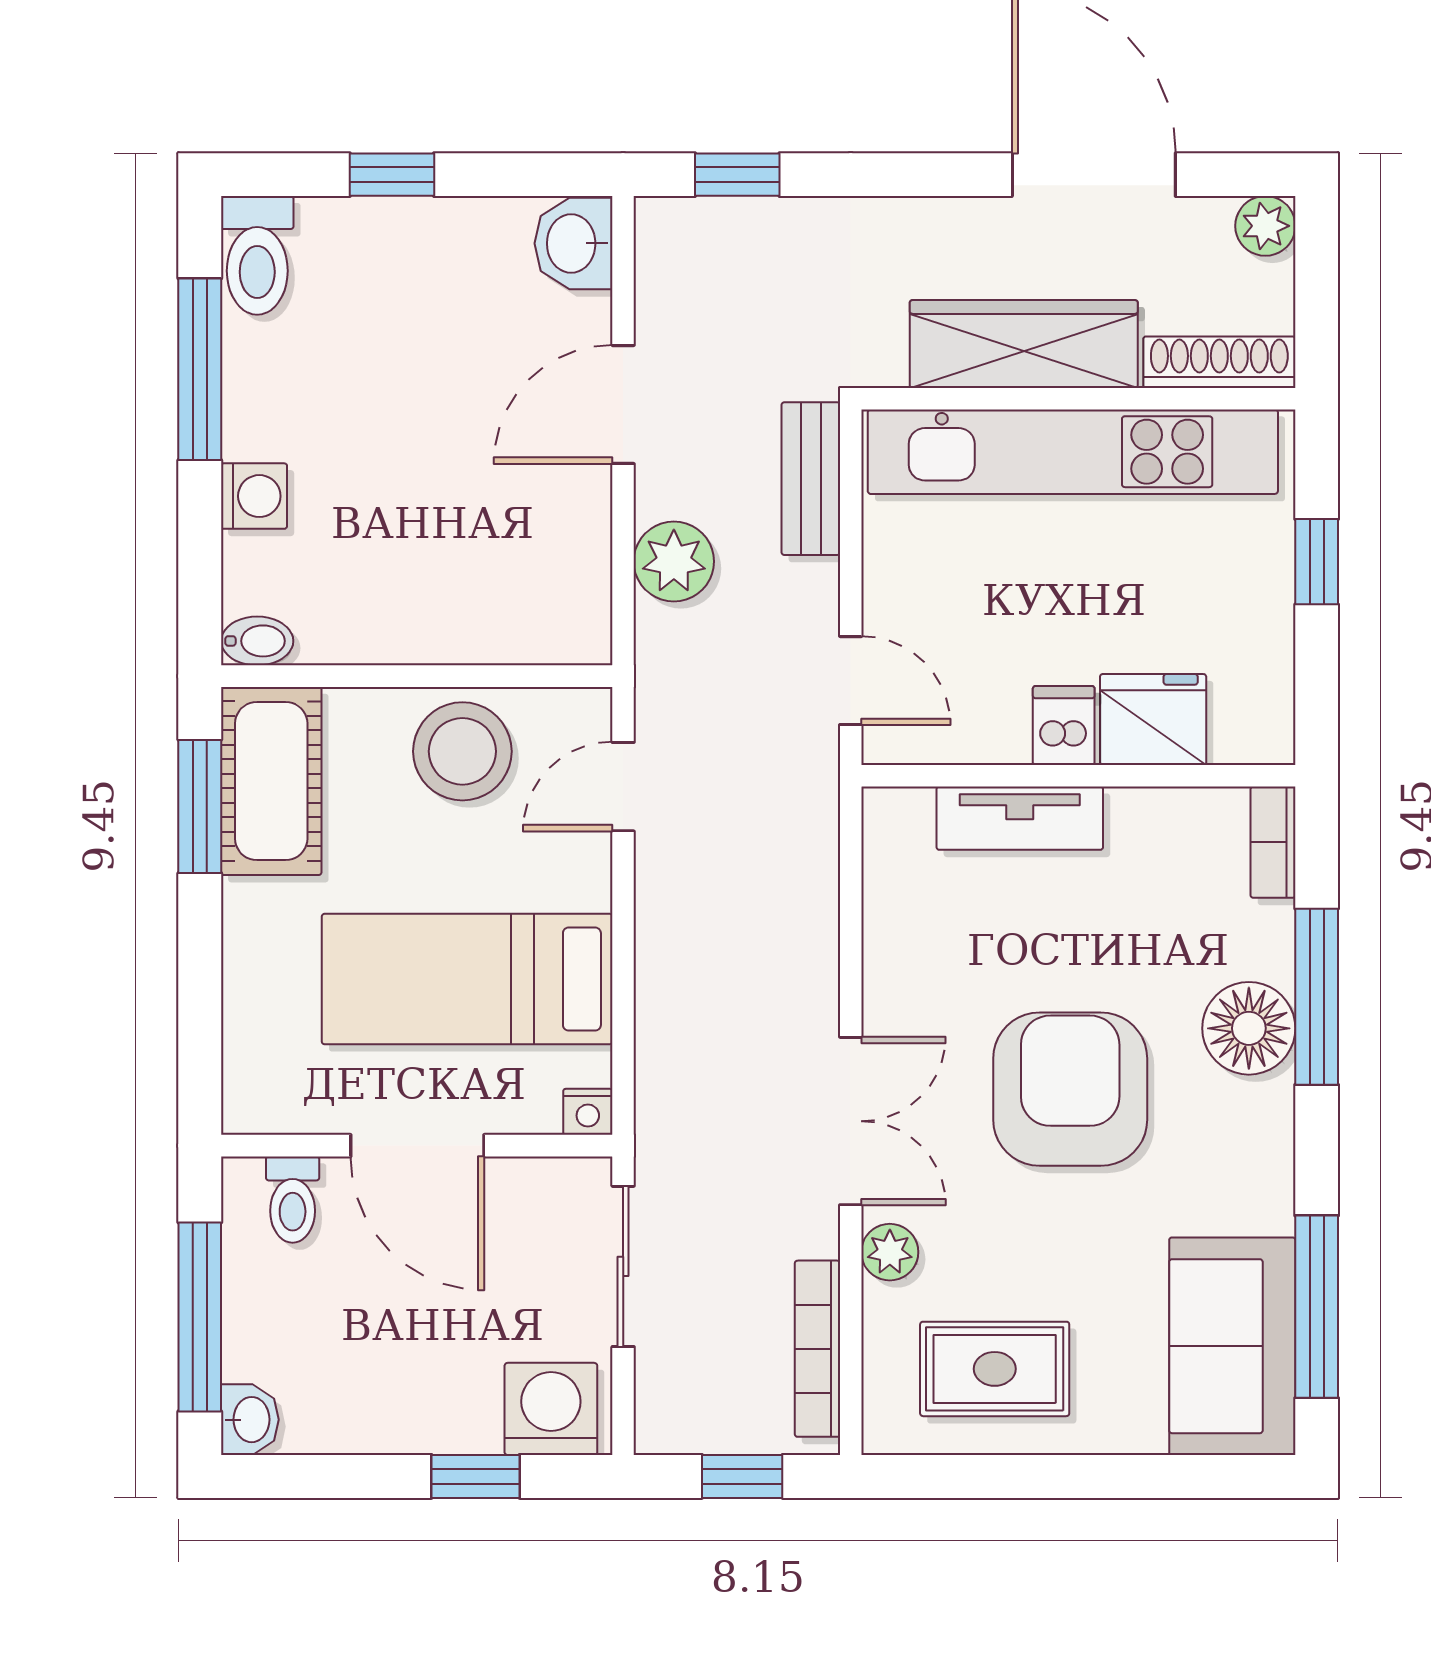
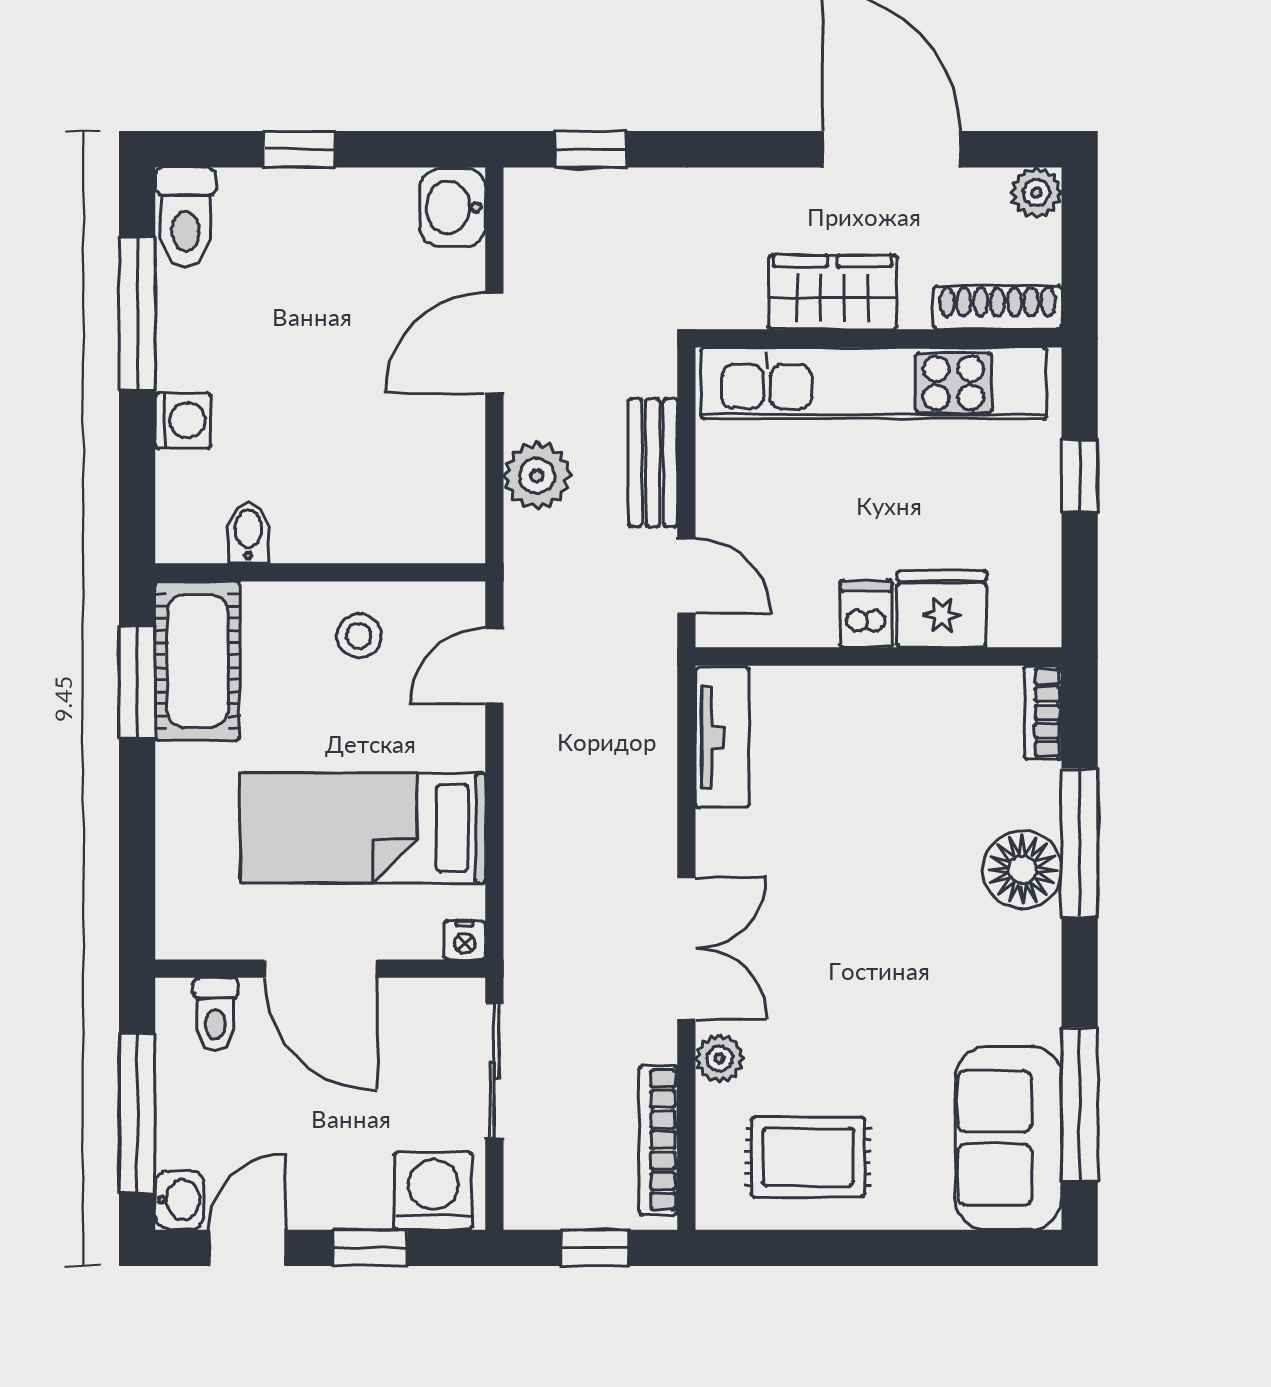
wardrobe: (1024, 344) -> (832, 292), width x0.67
bench: (811, 479) -> (653, 463), moved
bidet: (257, 641) -> (248, 533), moved, turned -90
stool: (462, 751) -> (359, 636), width x0.53, depth x0.53
tv unit: (1020, 818) -> (722, 738), moved, turned -90
armchair: (1070, 1089) -> (872, 921), removed
door: (330, 1476) -> (247, 1248), added

